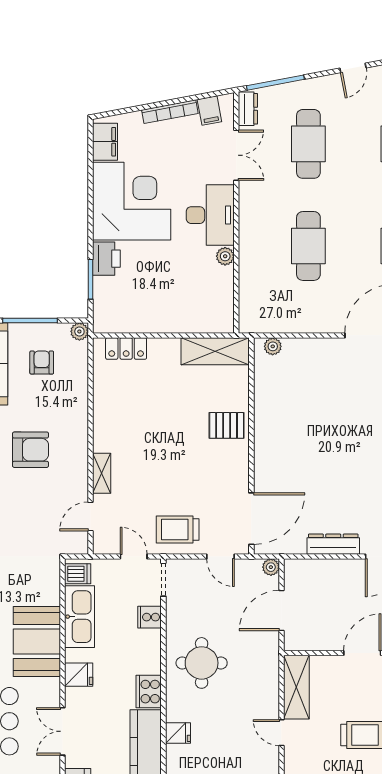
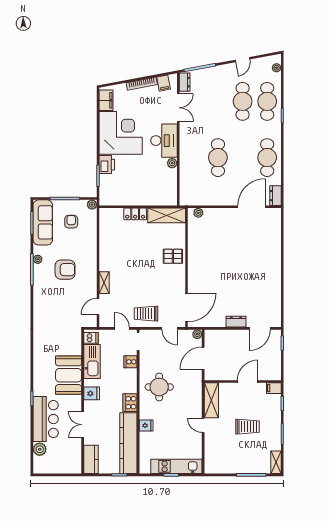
cafe table: (308, 144) -> (243, 101), moved
locker: (126, 349) -> (135, 214), moved
dresser: (333, 544) -> (236, 322), width x0.70

